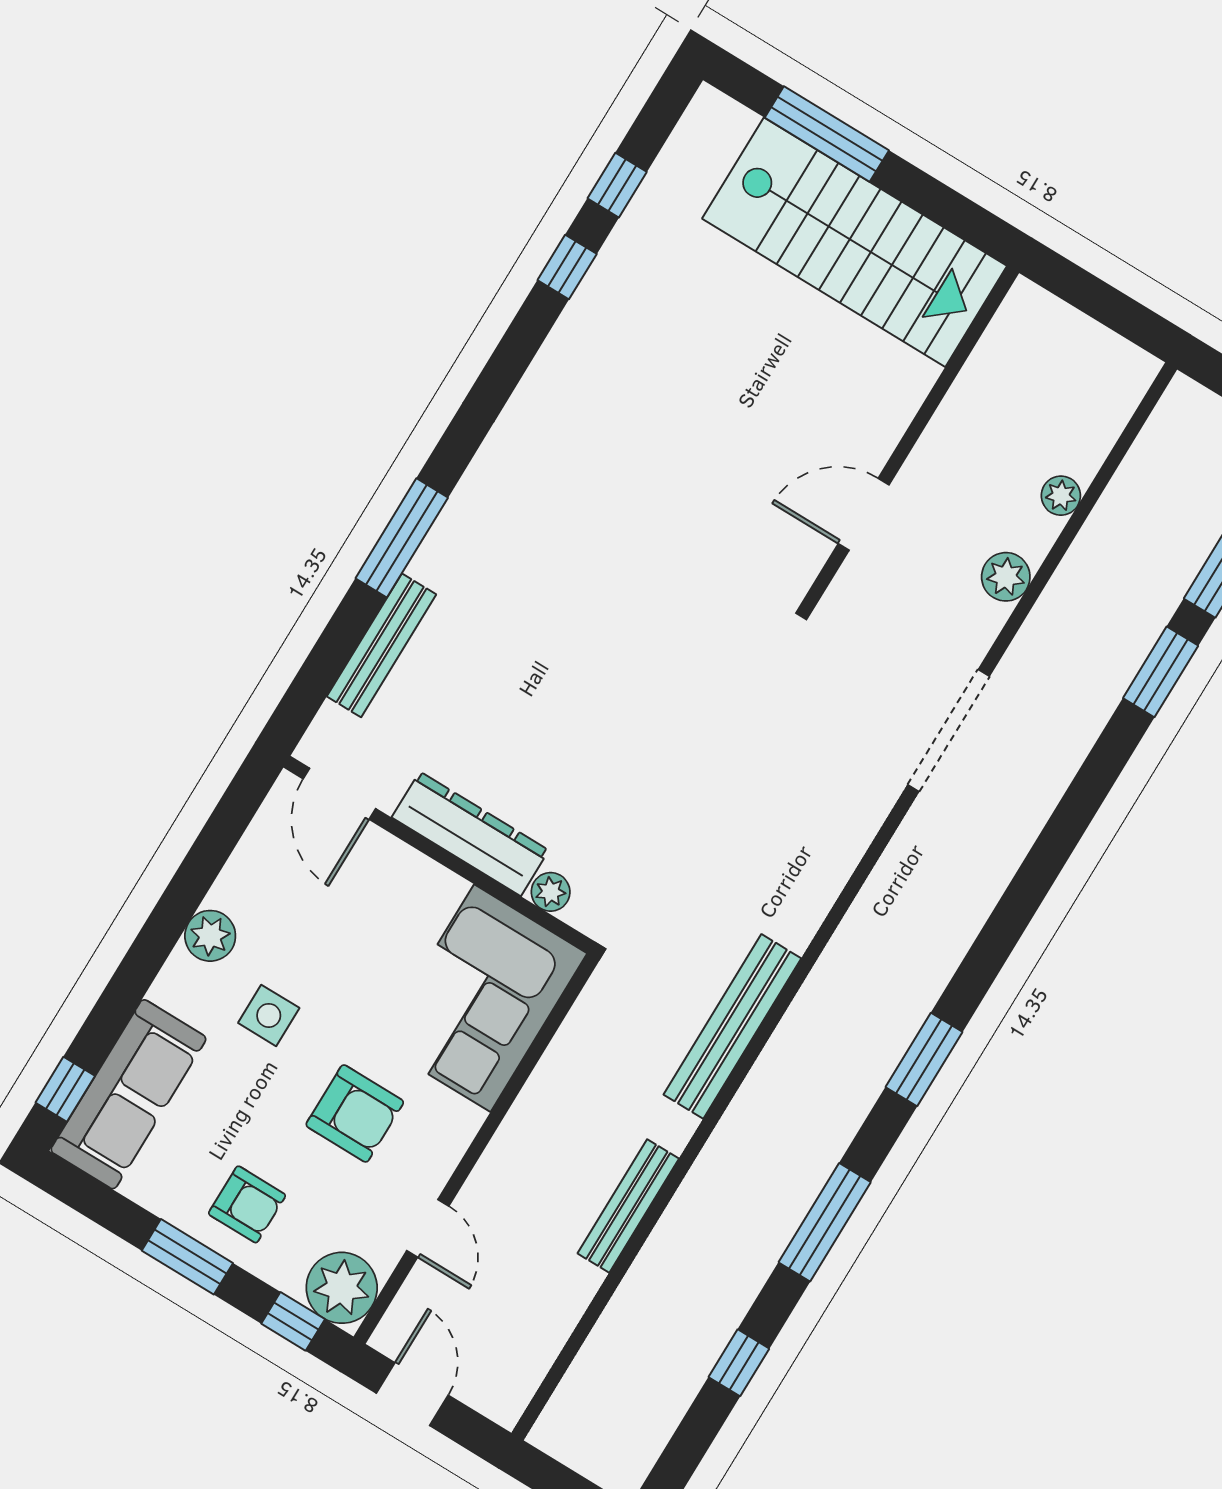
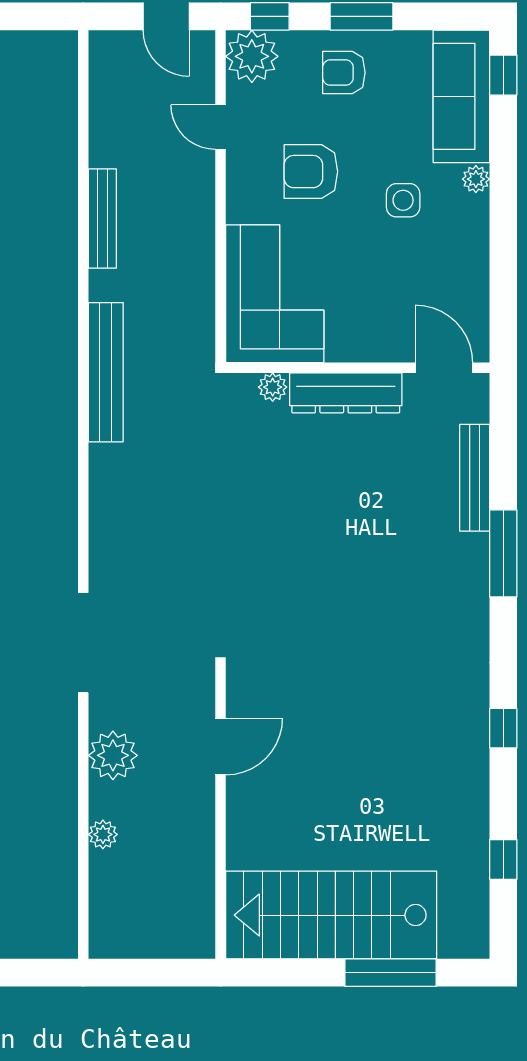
window: (567, 267) -> (503, 728), moved
plant: (1006, 577) -> (113, 755), width x1.36, depth x1.36
plant: (210, 936) -> (476, 179), moved, width x0.73, depth x0.73

